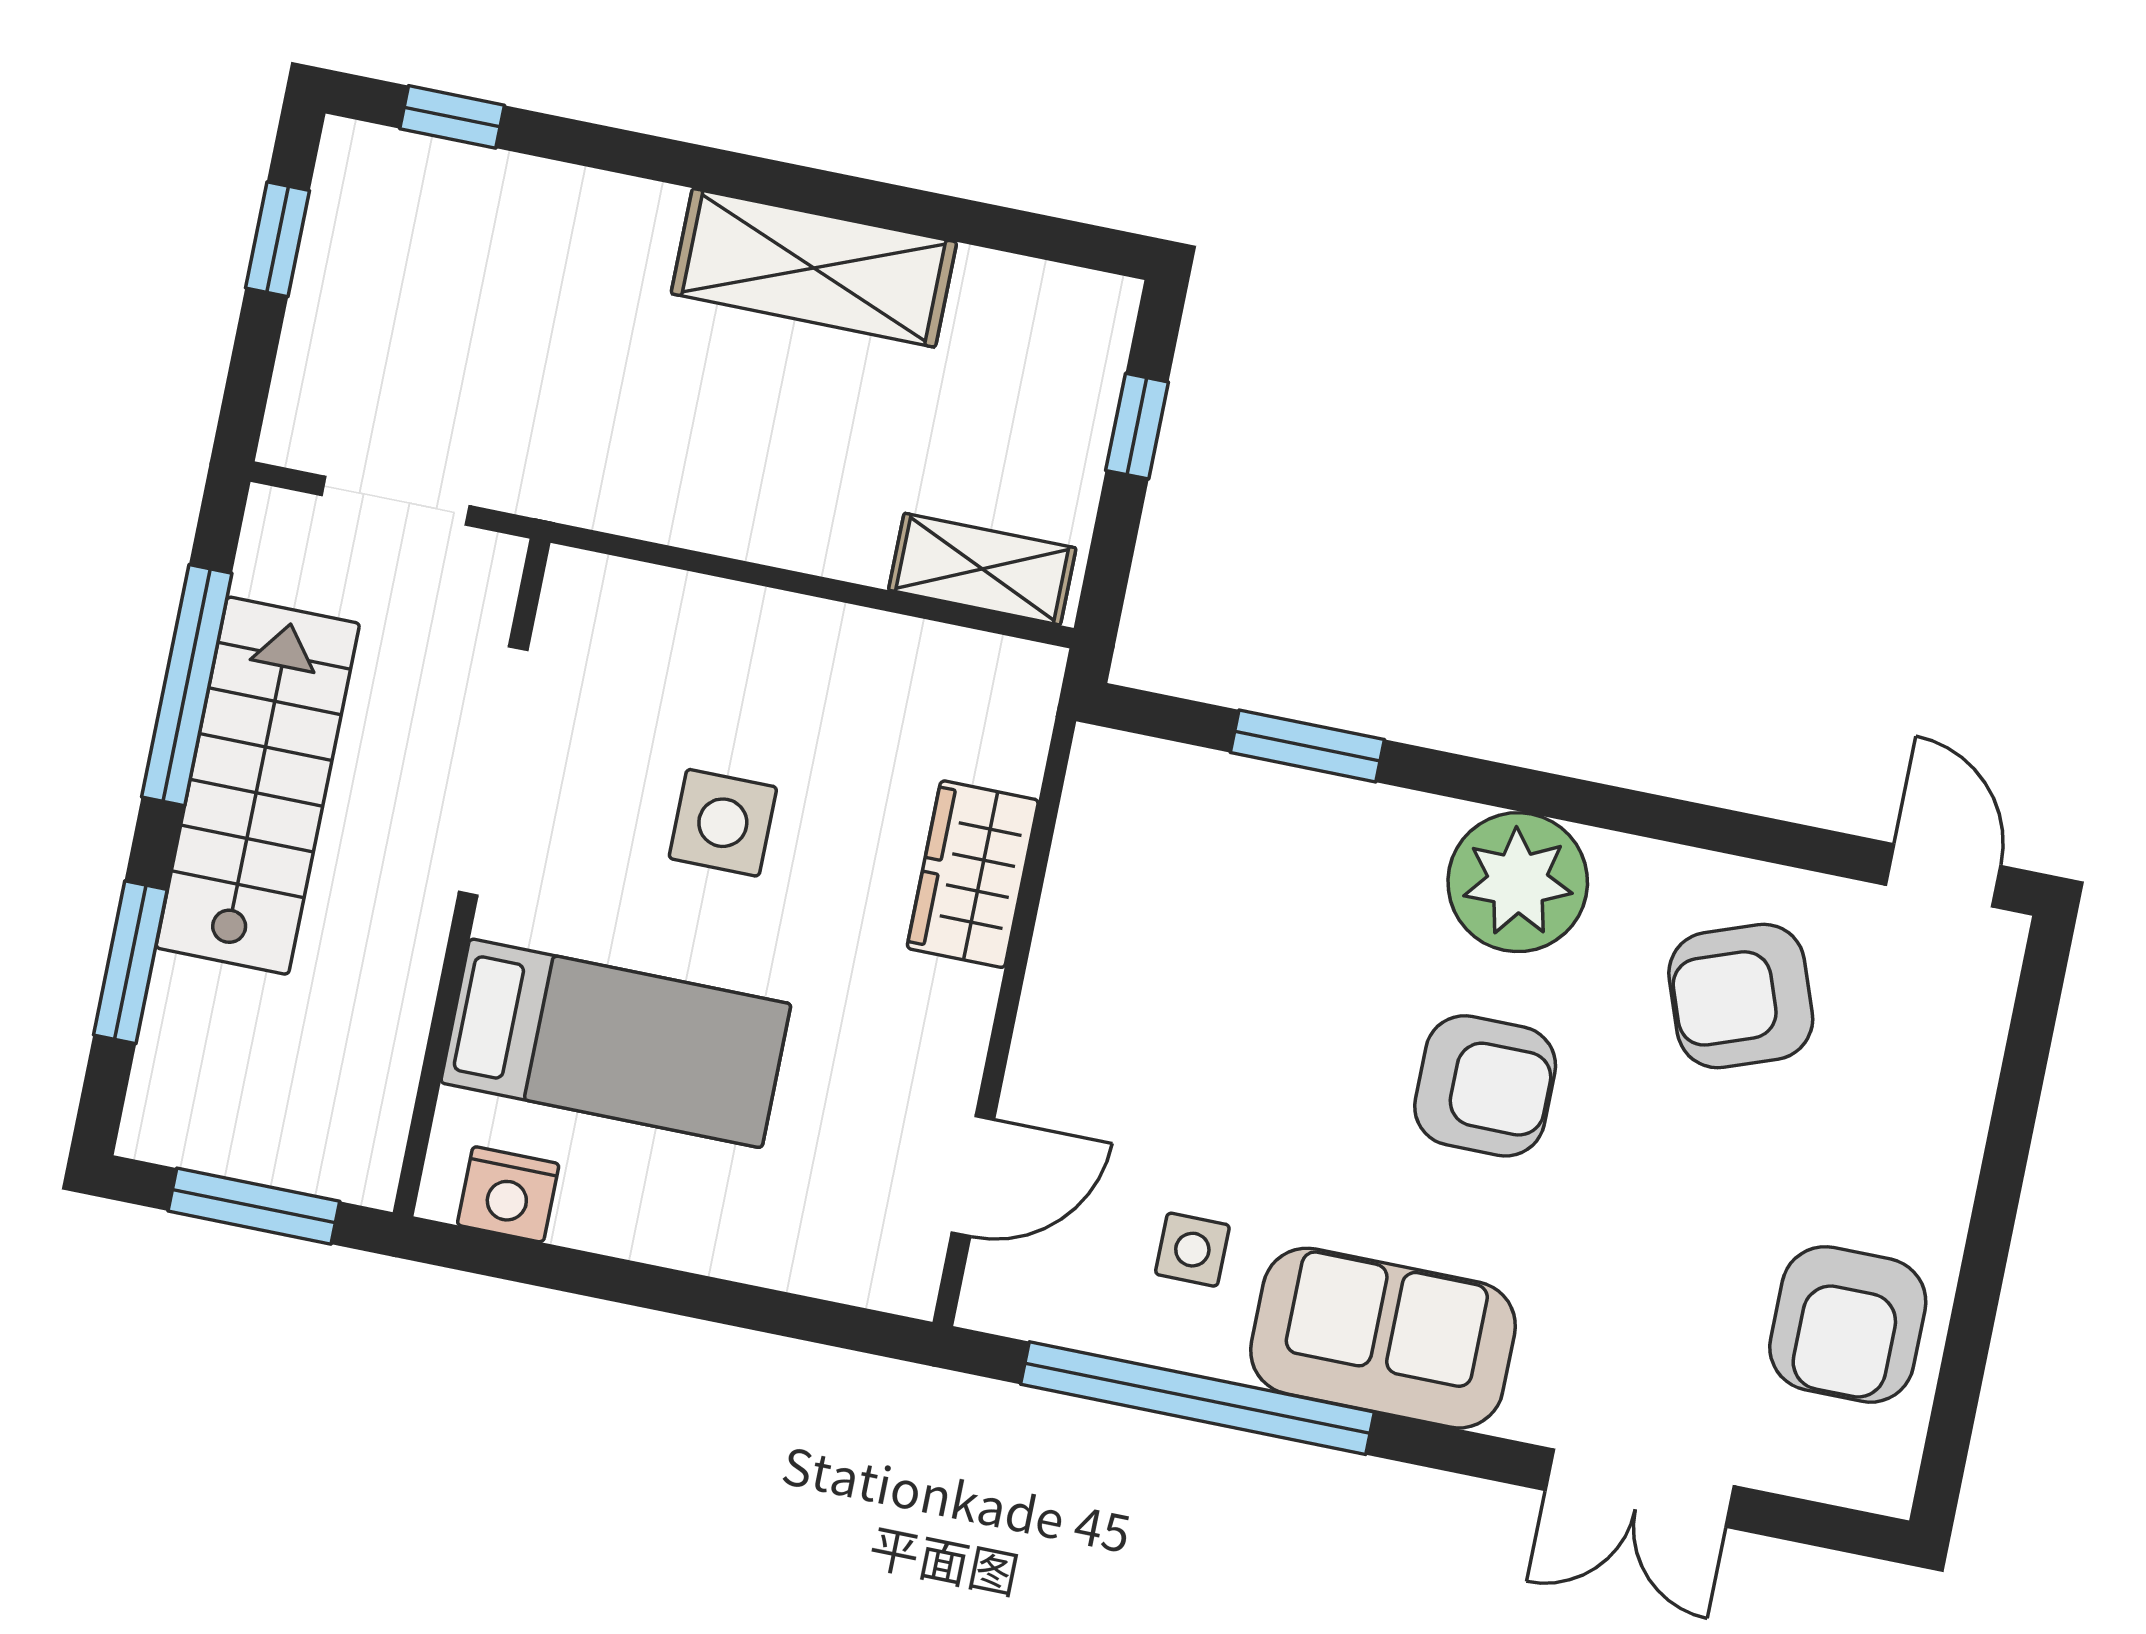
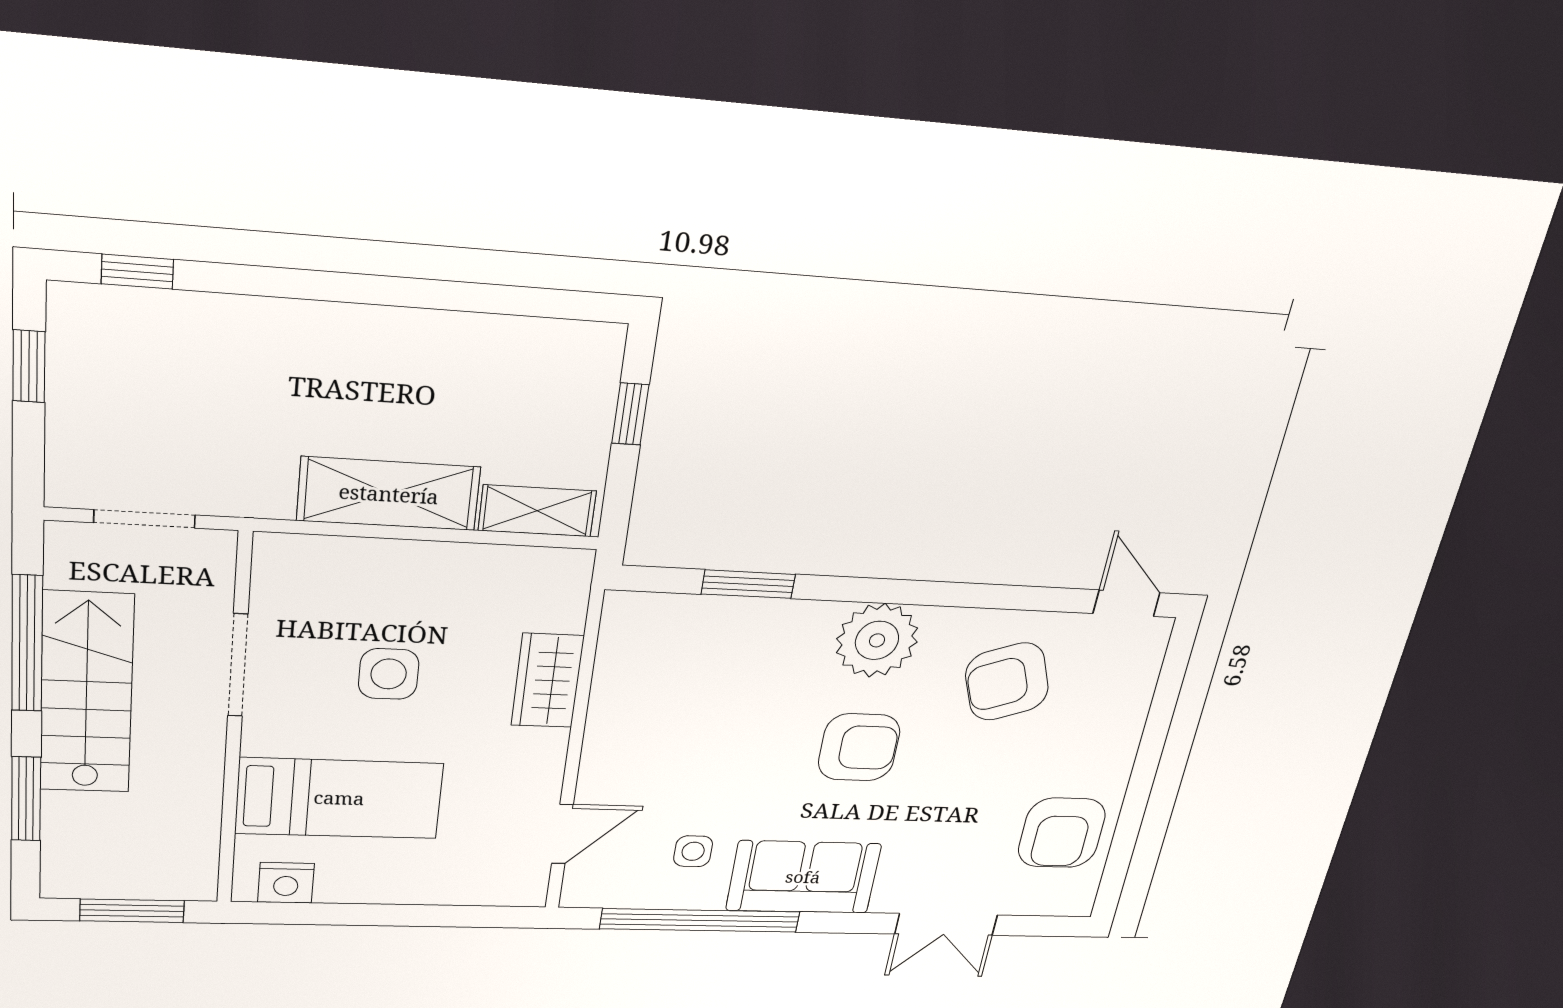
shelving: (814, 268) -> (389, 494), moved
doorway: (493, 771) -> (238, 665), width x0.73

